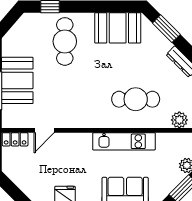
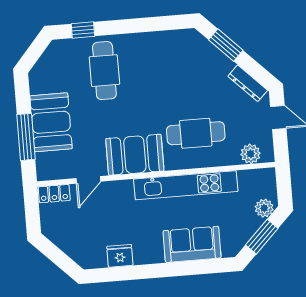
booth: (118, 28) -> (135, 155), moved
kitchen unit: (124, 141) -> (186, 185), width x1.36

